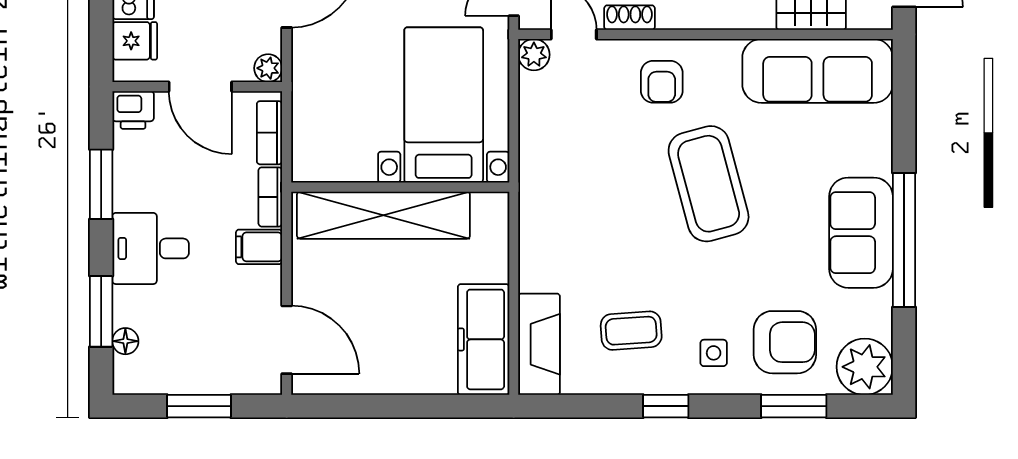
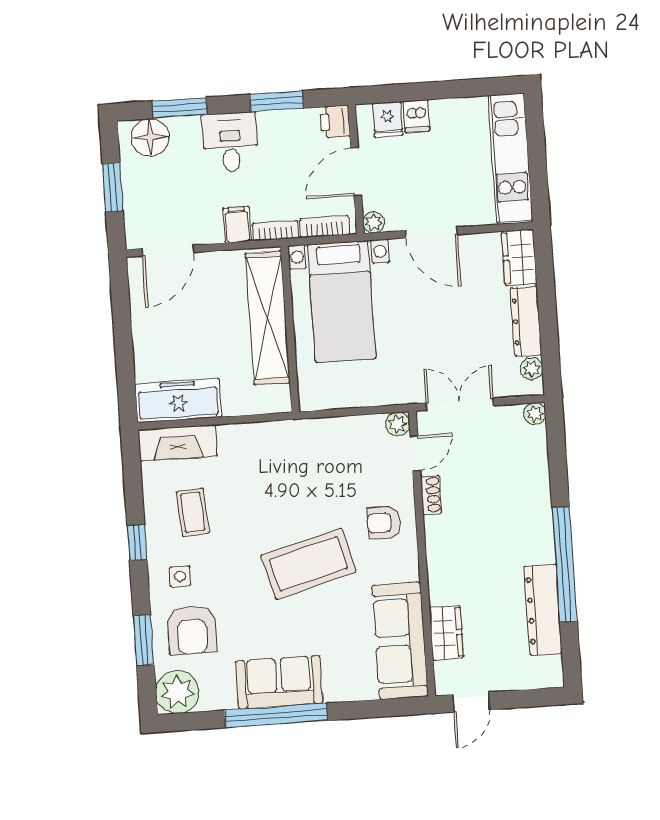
bed with nightstands: (444, 105) -> (342, 301), moved, turned 90
floor lamp: (125, 341) -> (150, 137), width x1.89, depth x1.89

